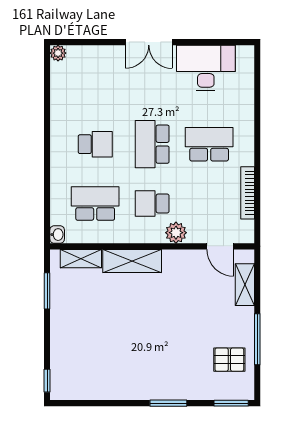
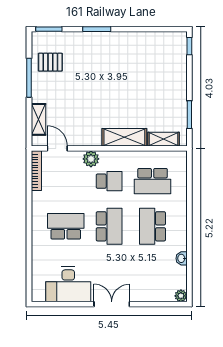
school desk: (95, 144) -> (153, 226), width x1.85
school desk: (209, 144) -> (66, 226), turned 180
bookcase: (248, 193) -> (36, 171), moved
washbasin: (57, 235) -> (182, 258), moved

